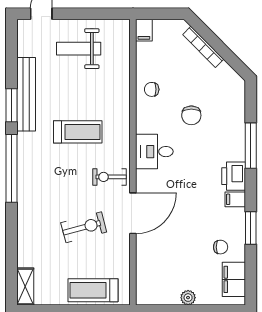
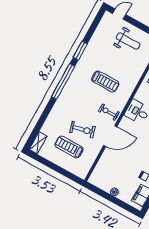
weight bench: (79, 49) -> (128, 41), turned 180
bench: (26, 94) -> (90, 49), removed
treadmill: (93, 290) -> (69, 147), moved

